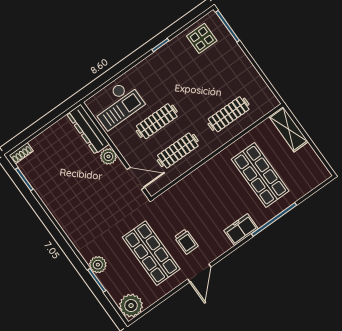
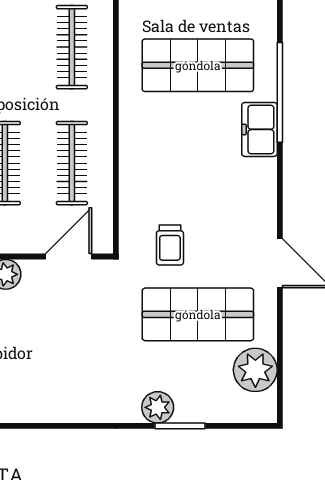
freezer: (241, 230) -> (259, 129), moved
trolley: (186, 242) -> (170, 245), moved, turned 90
plant: (131, 306) -> (255, 370), moved

